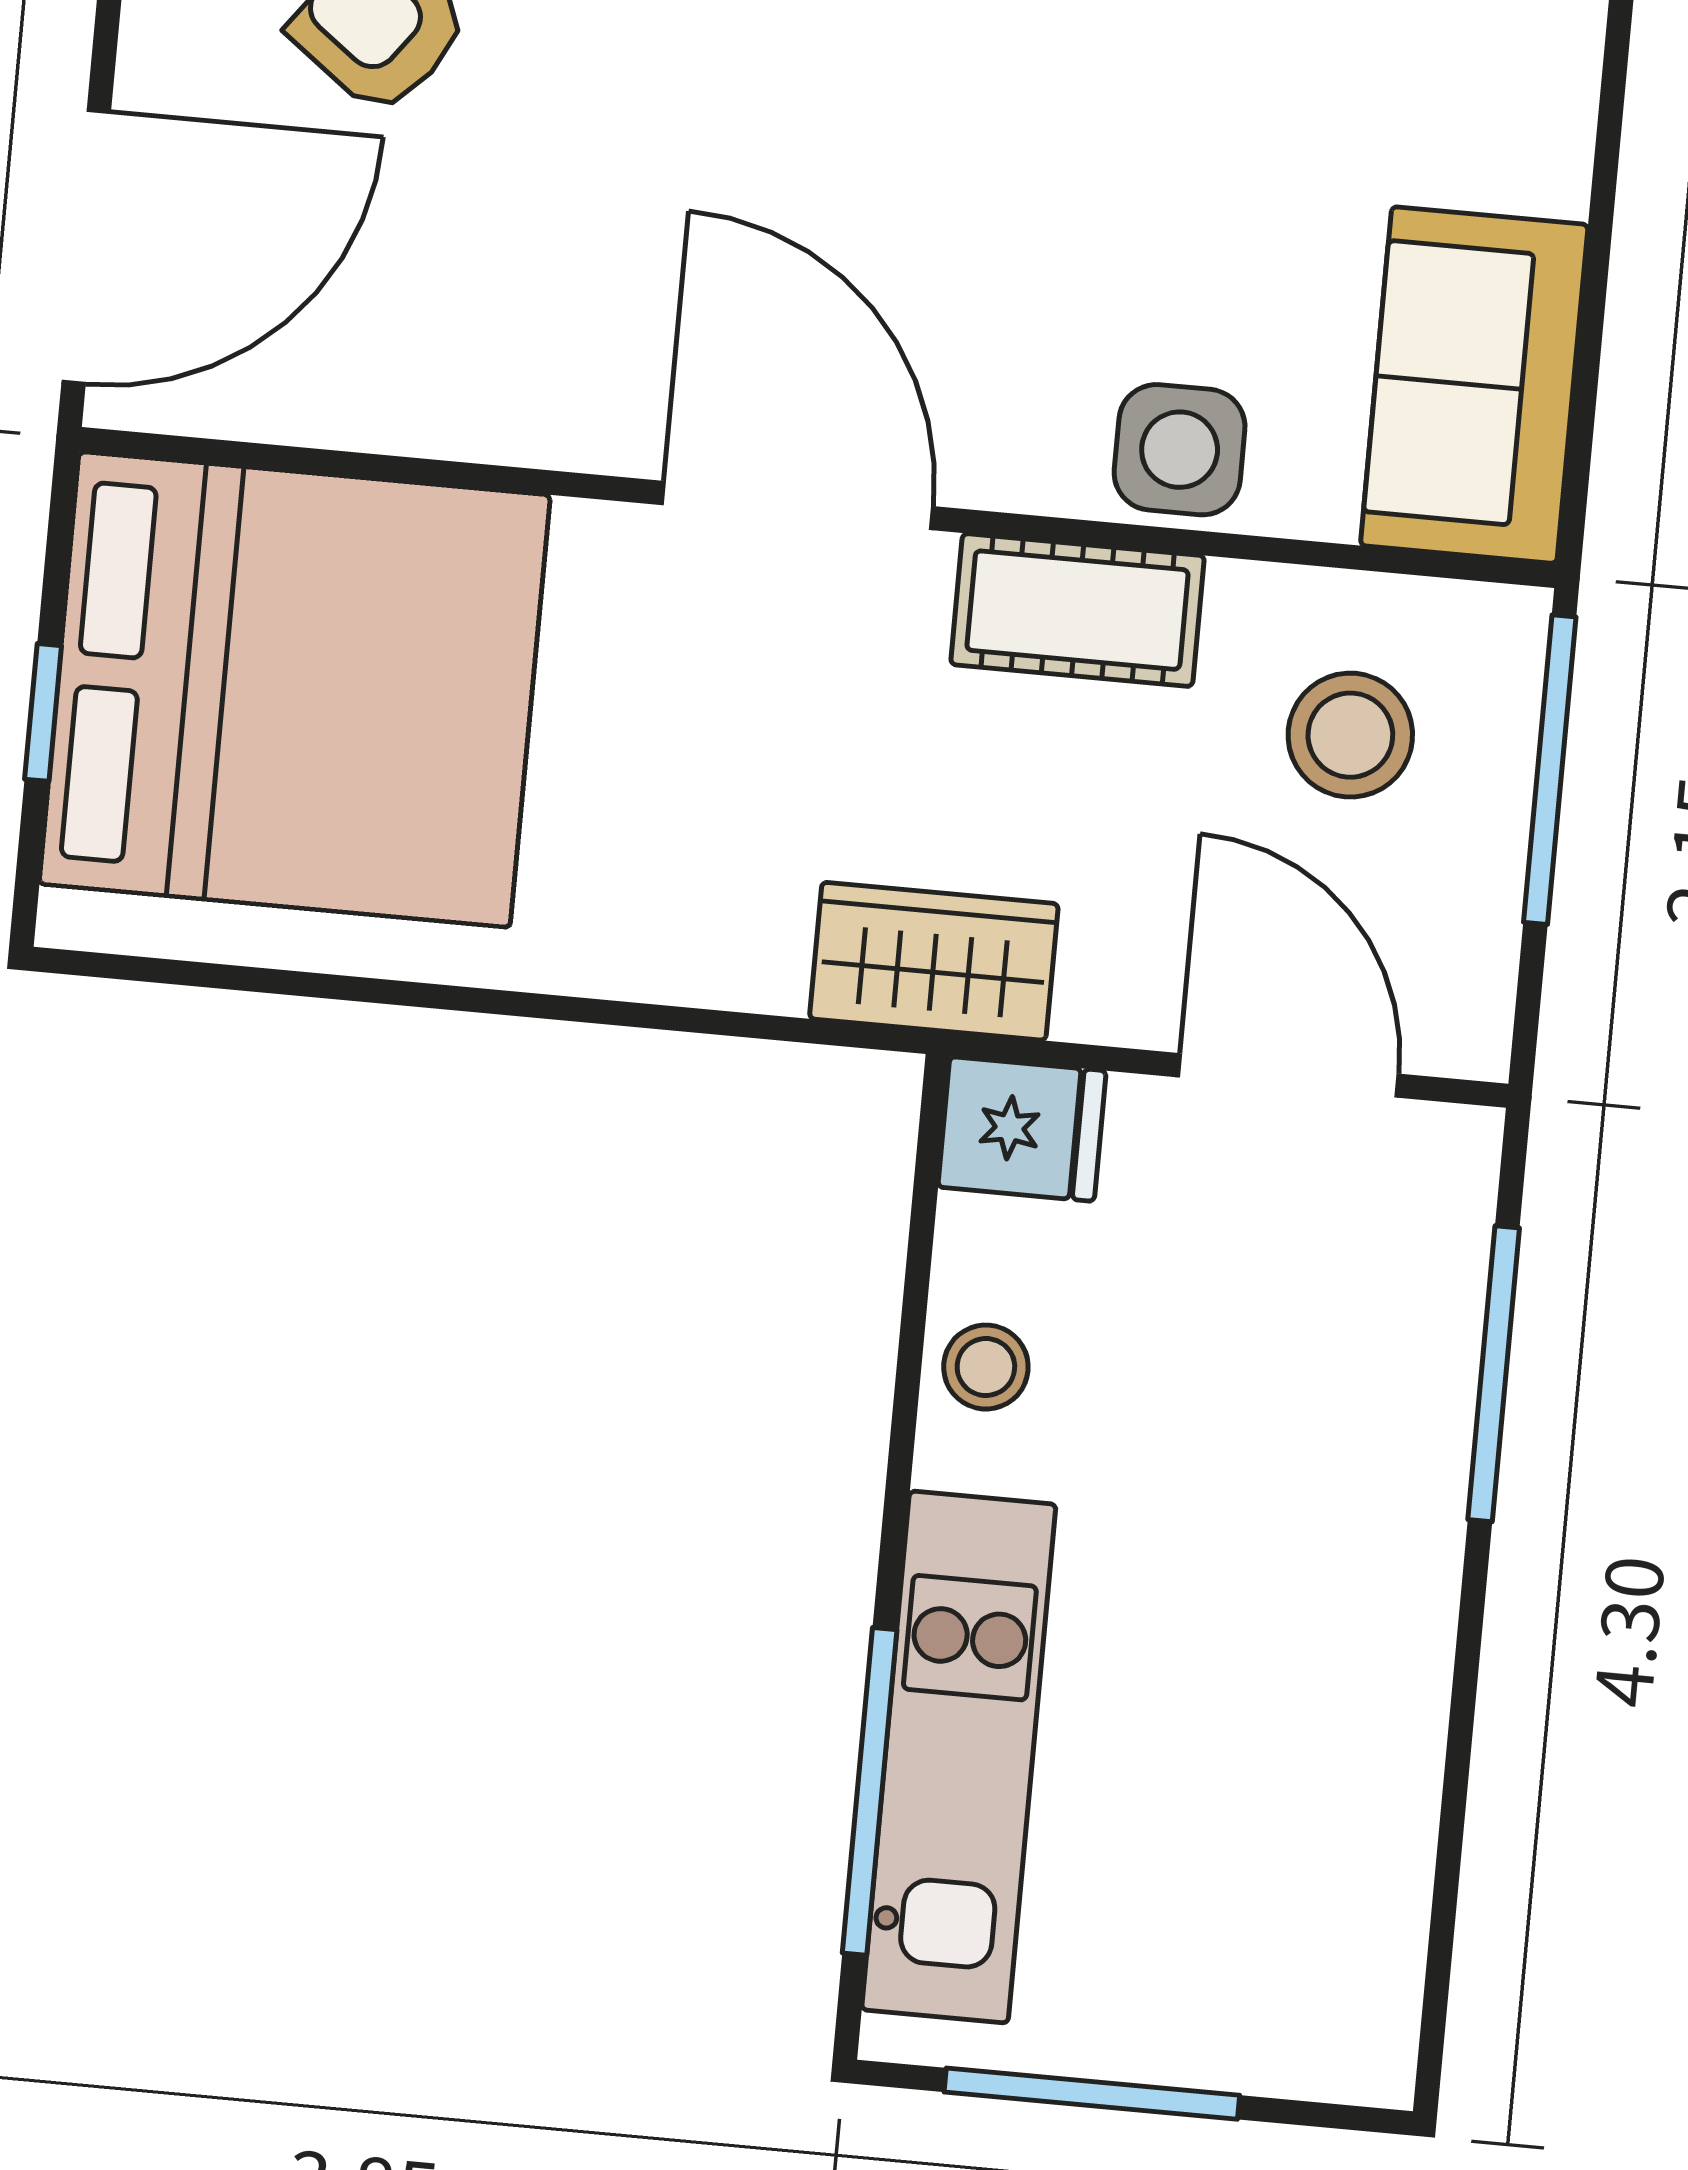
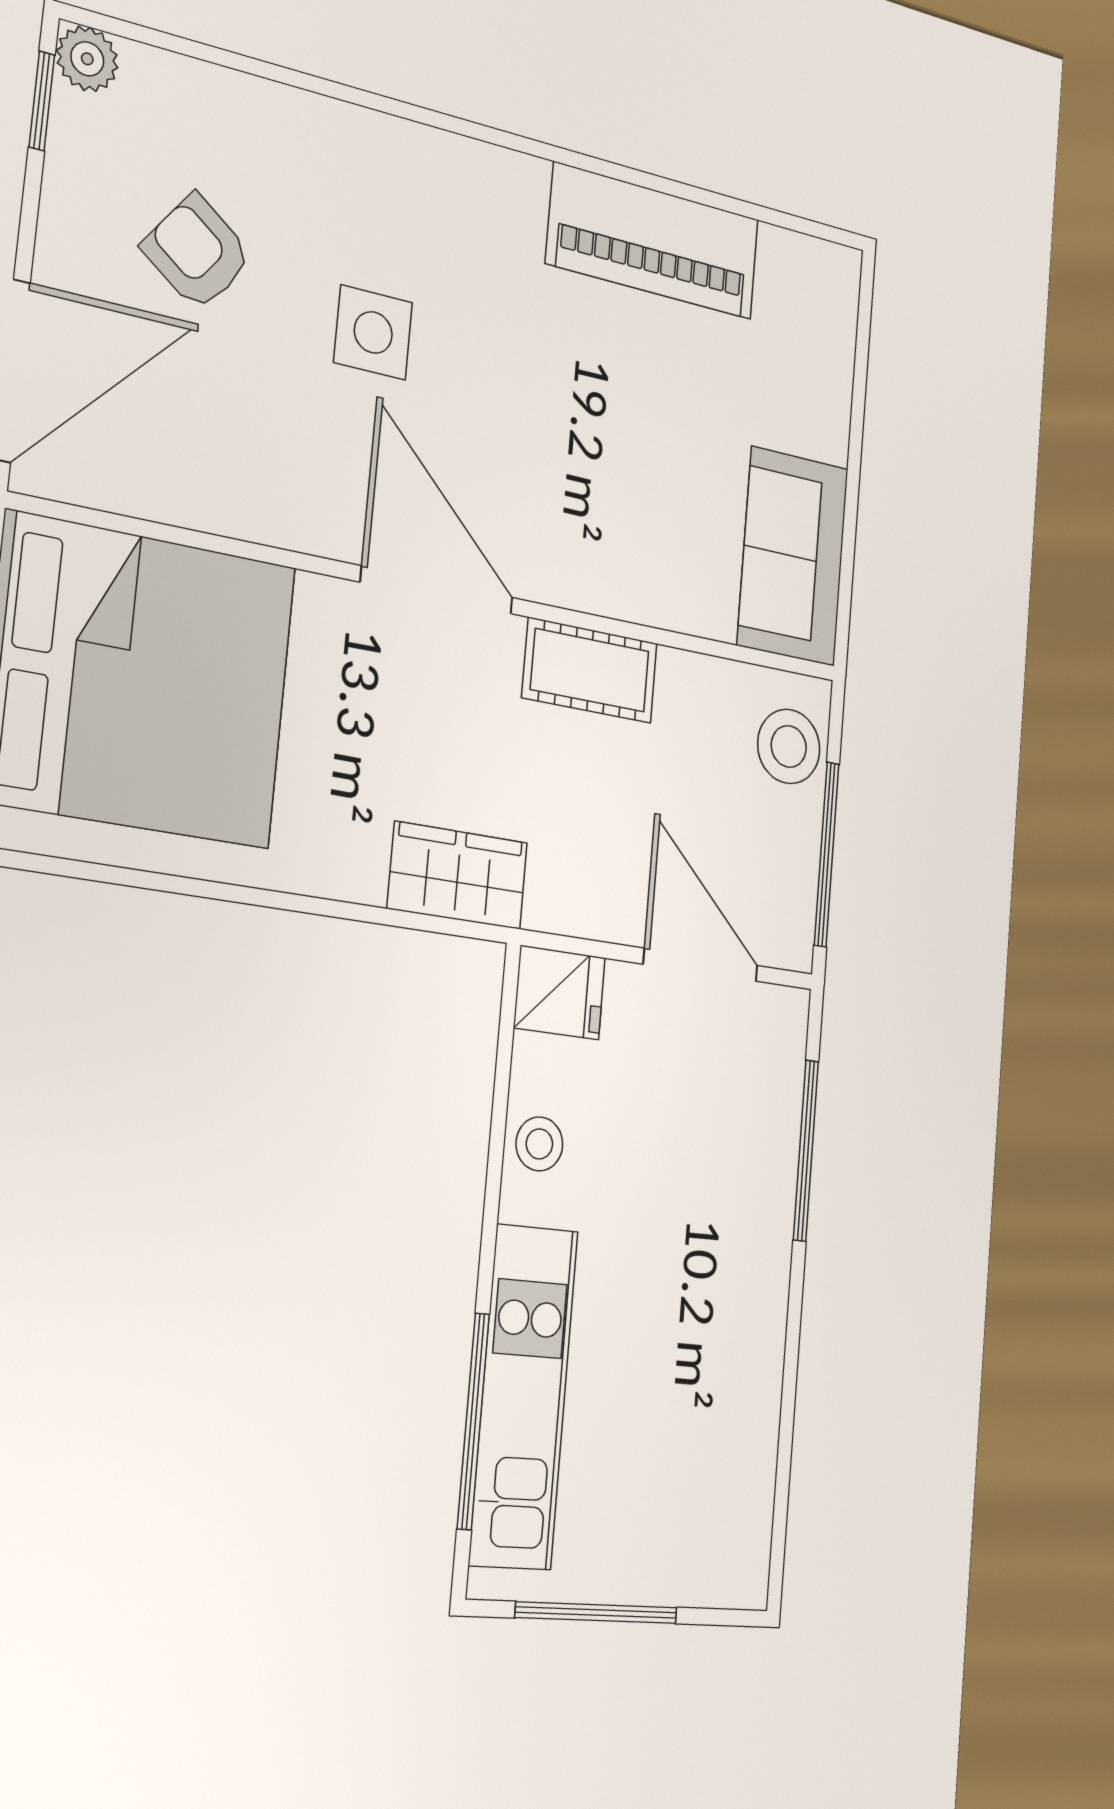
side table: (1180, 450) -> (373, 332), moved
stool: (1350, 735) -> (789, 746), moved
window: (1550, 770) -> (827, 854), moved
wardrobe: (934, 961) -> (458, 875), moved

